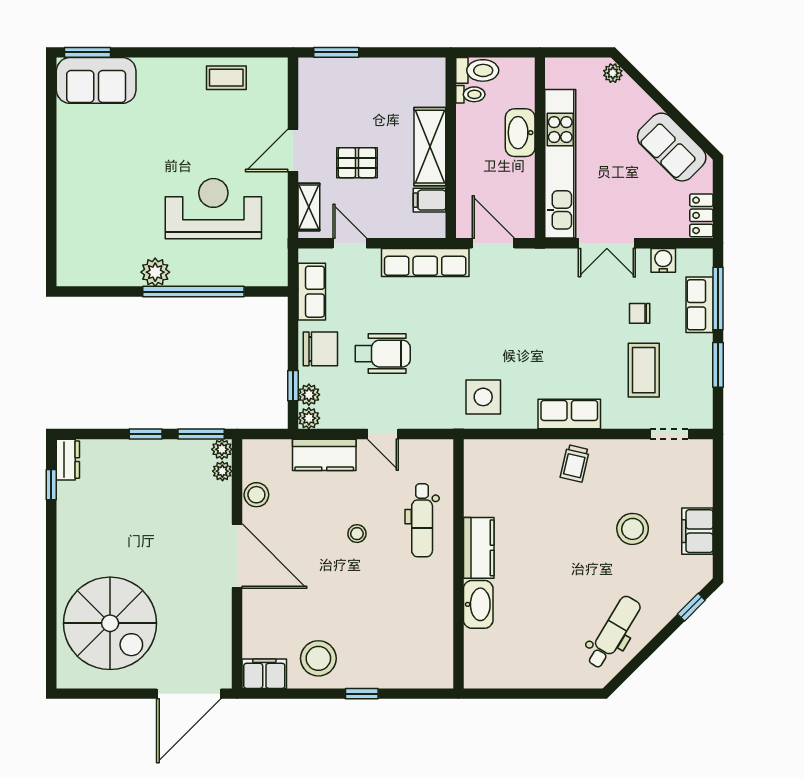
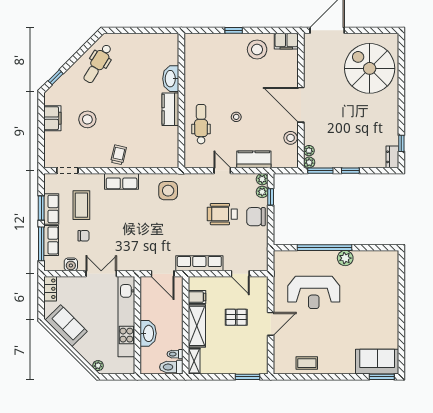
shelving: (309, 207) -> (194, 361), moved
row of seats: (312, 292) -> (51, 209), moved, turned 180

